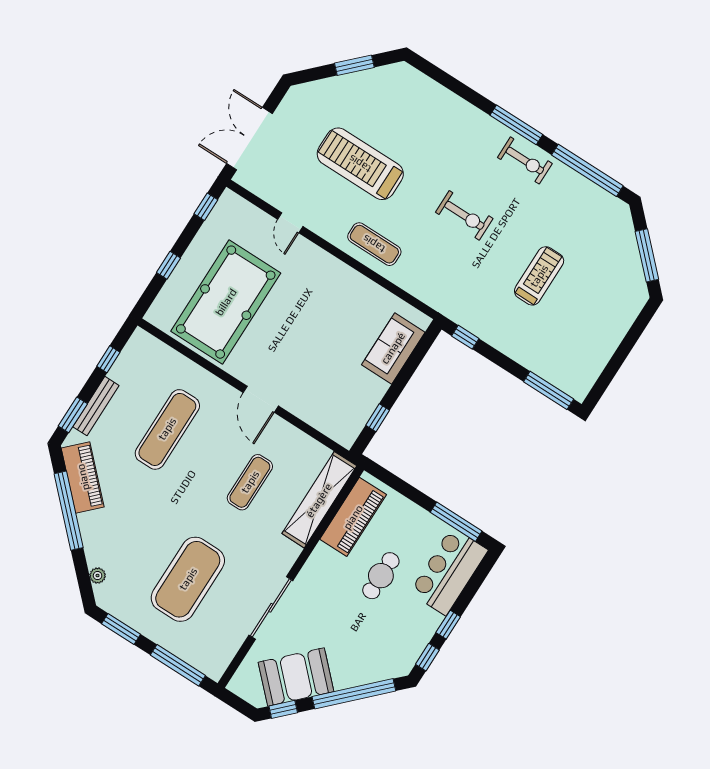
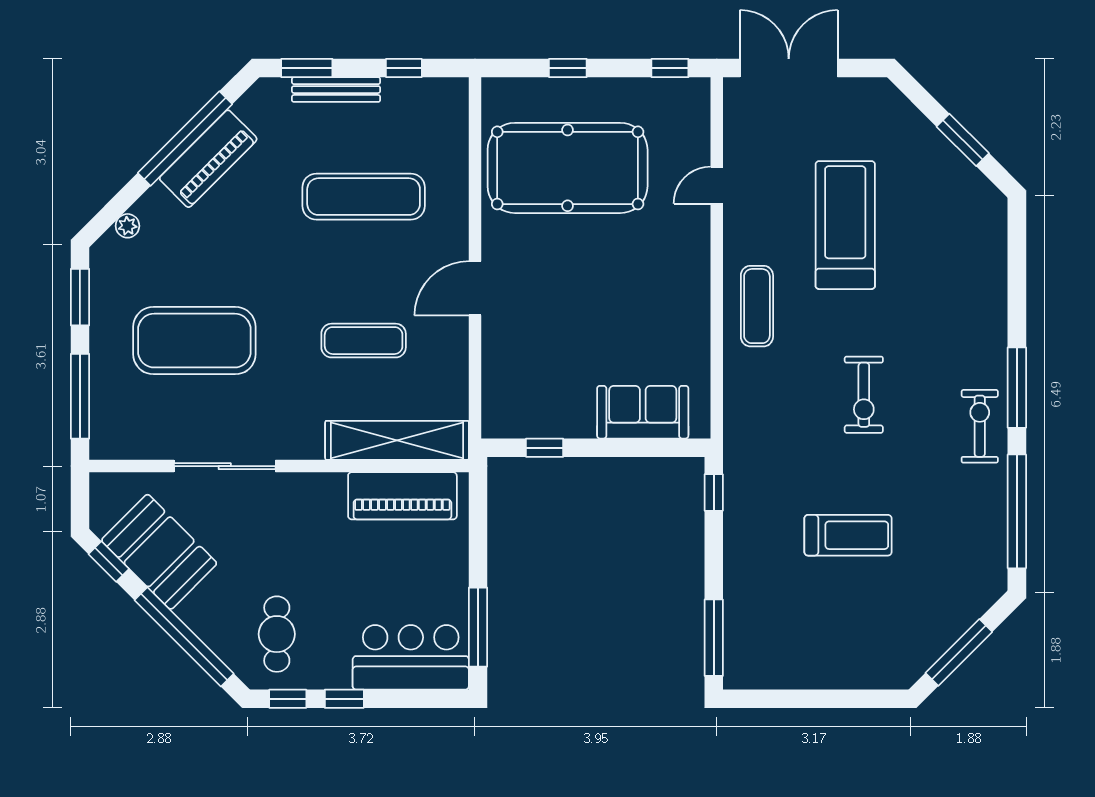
exercise bike: (525, 160) -> (980, 426), turned 180
piano: (83, 477) -> (208, 159), moved
cafe table: (381, 576) -> (277, 634), moved, turned 90

